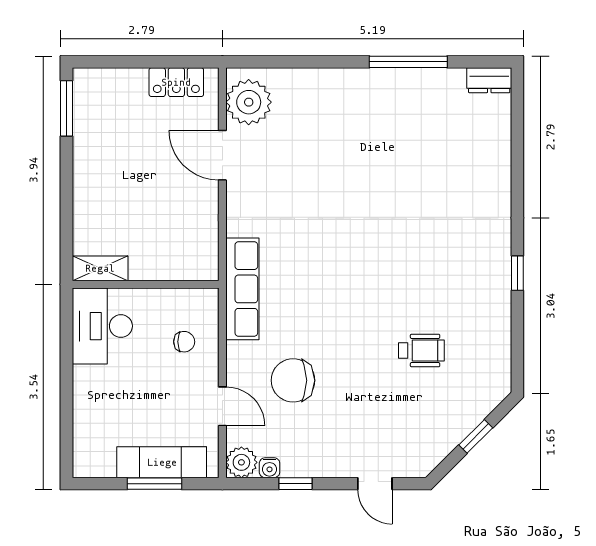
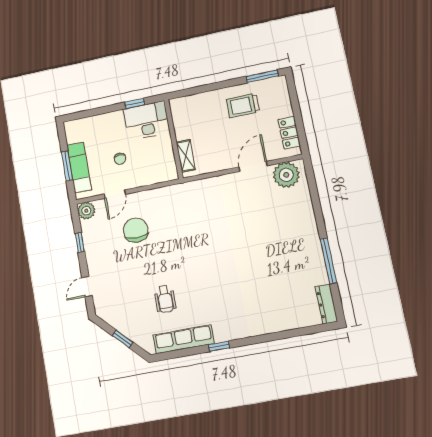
dresser: (489, 80) -> (326, 304), width x1.44
trolley: (111, 152) -> (243, 105), added
shelving: (100, 268) -> (186, 156), moved
row of seats: (242, 289) -> (184, 339), moved, turned 180
window: (67, 342) -> (135, 103), added
chair: (184, 342) -> (120, 159), moved
water cooler: (270, 468) -> (86, 227), removed

